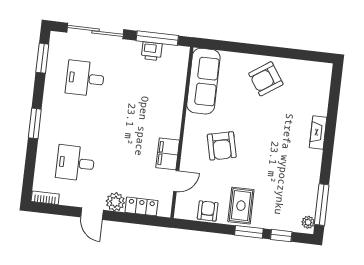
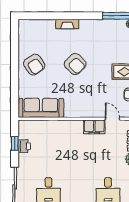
window: (157, 38) -> (15, 143), width x0.46
armchair: (222, 146) -> (75, 64), moved, turned 59

